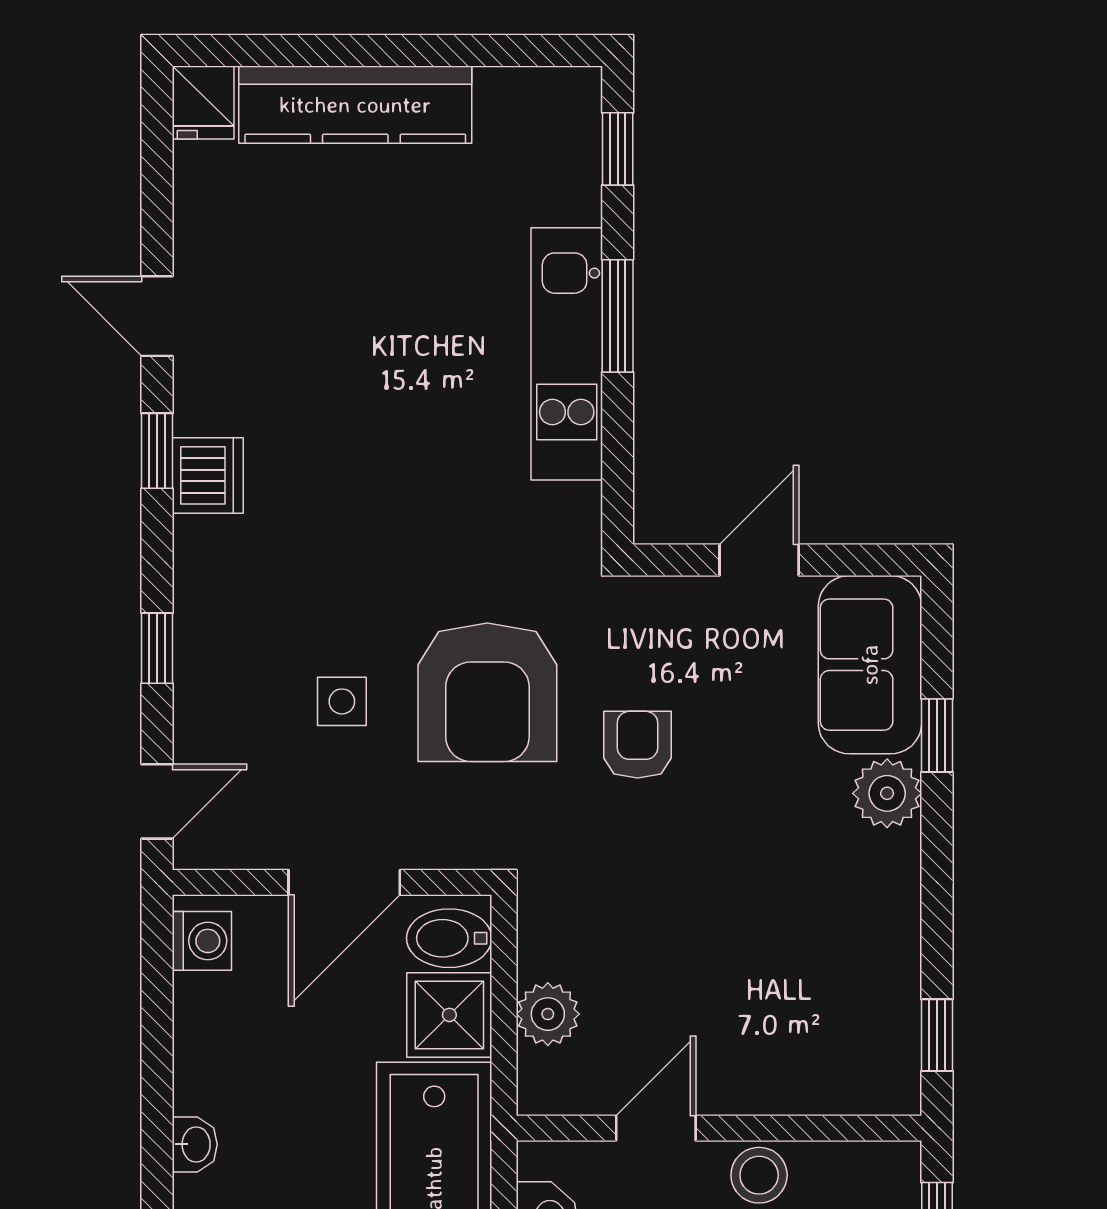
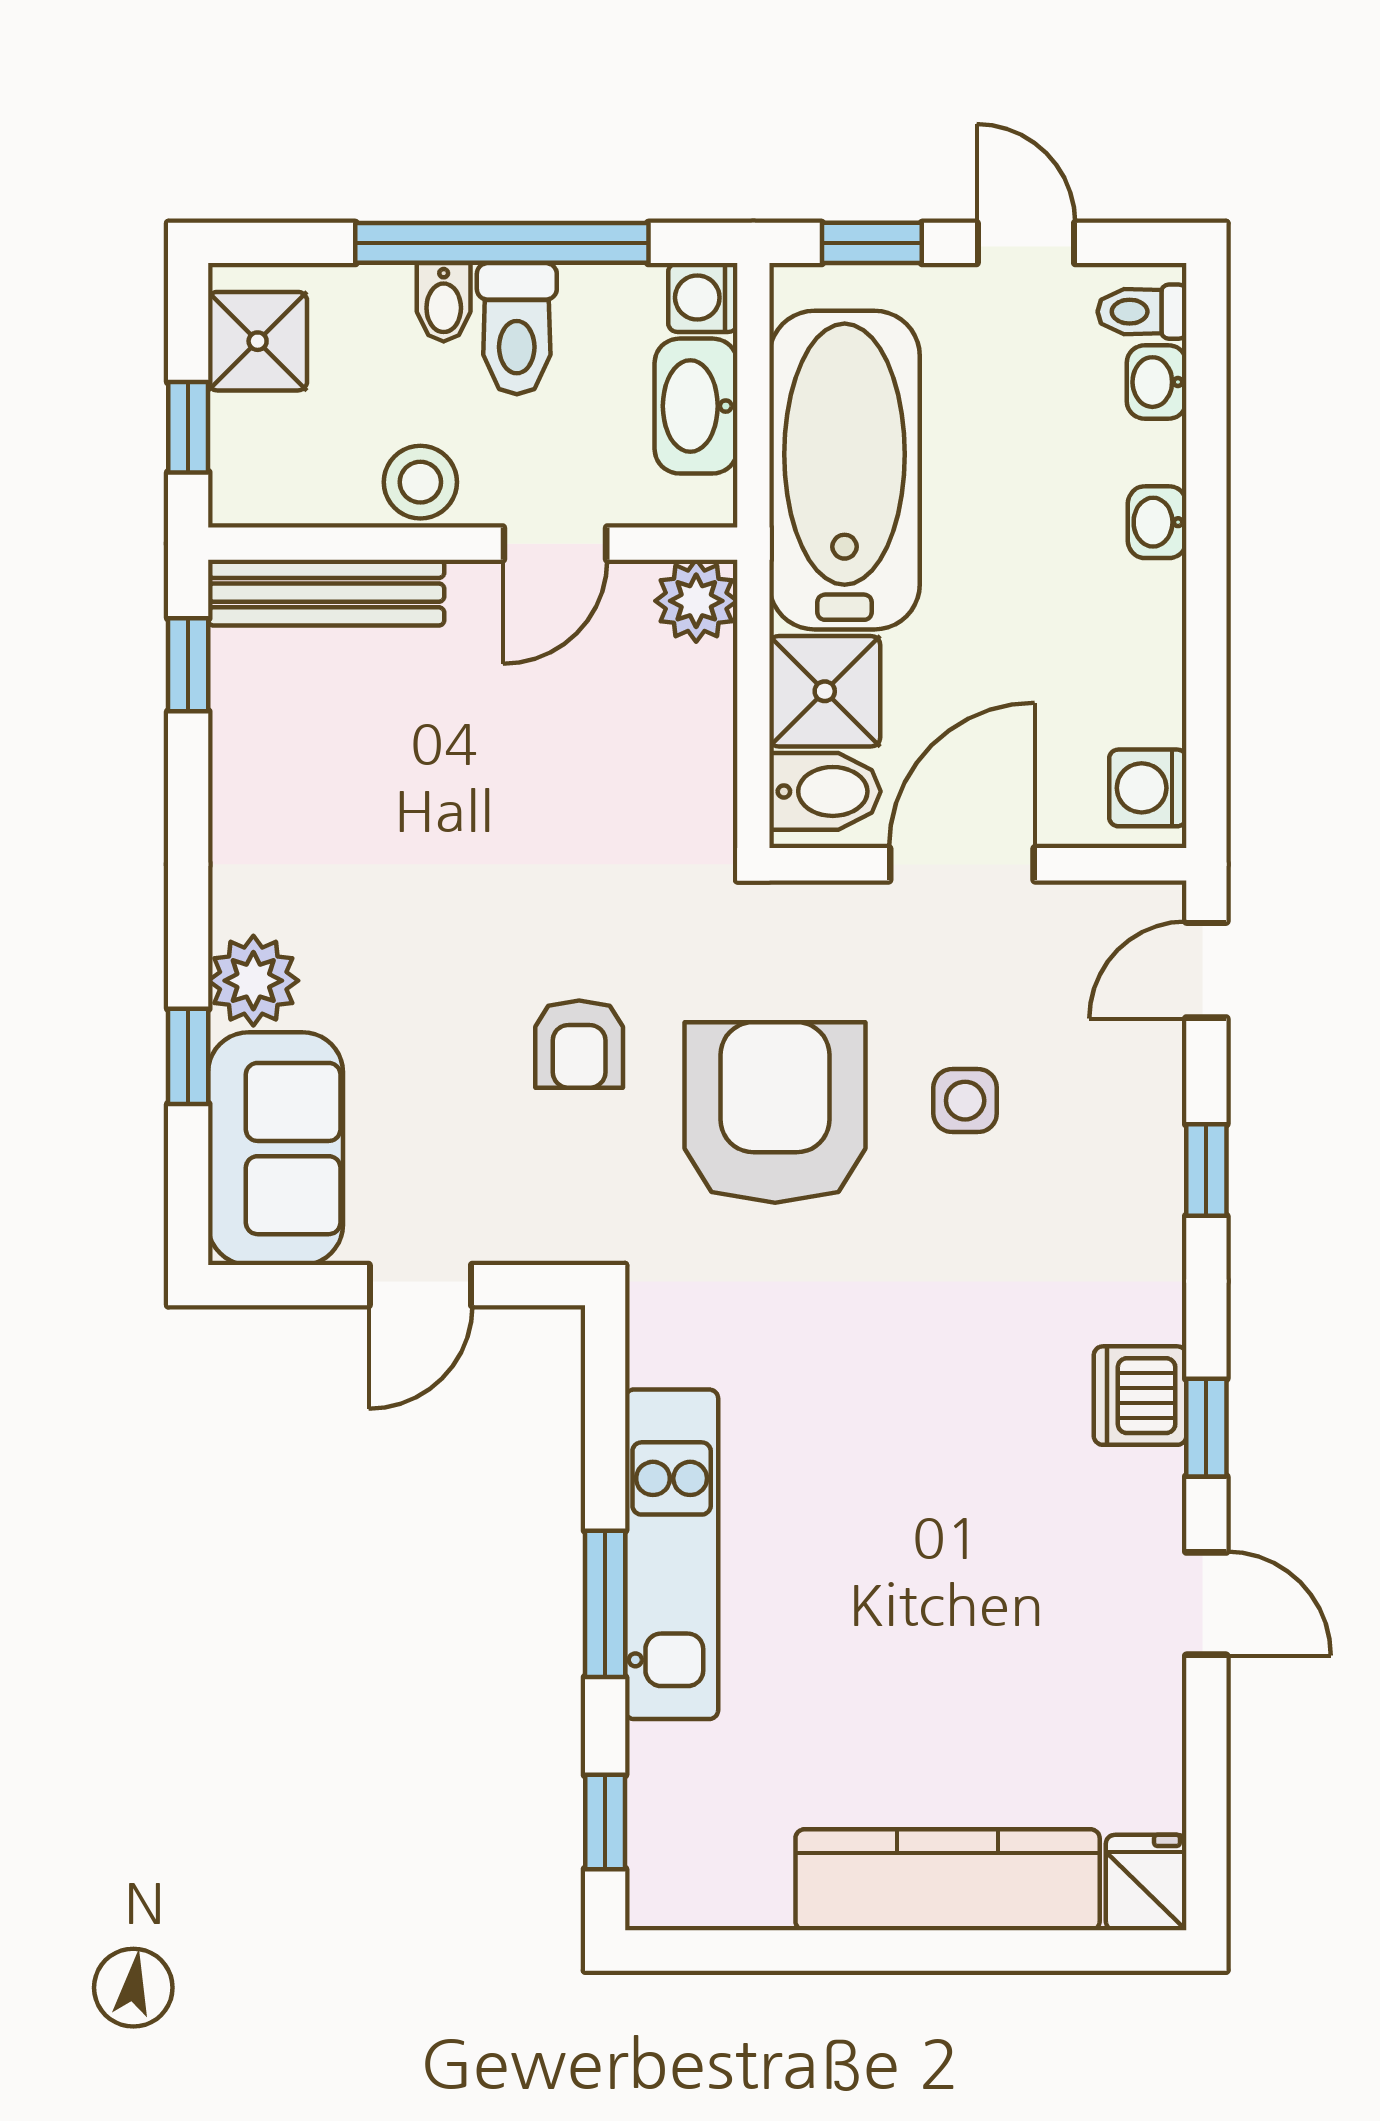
plant: (548, 1014) -> (696, 601), moved
bench: (831, 1091) -> (326, 593), added

